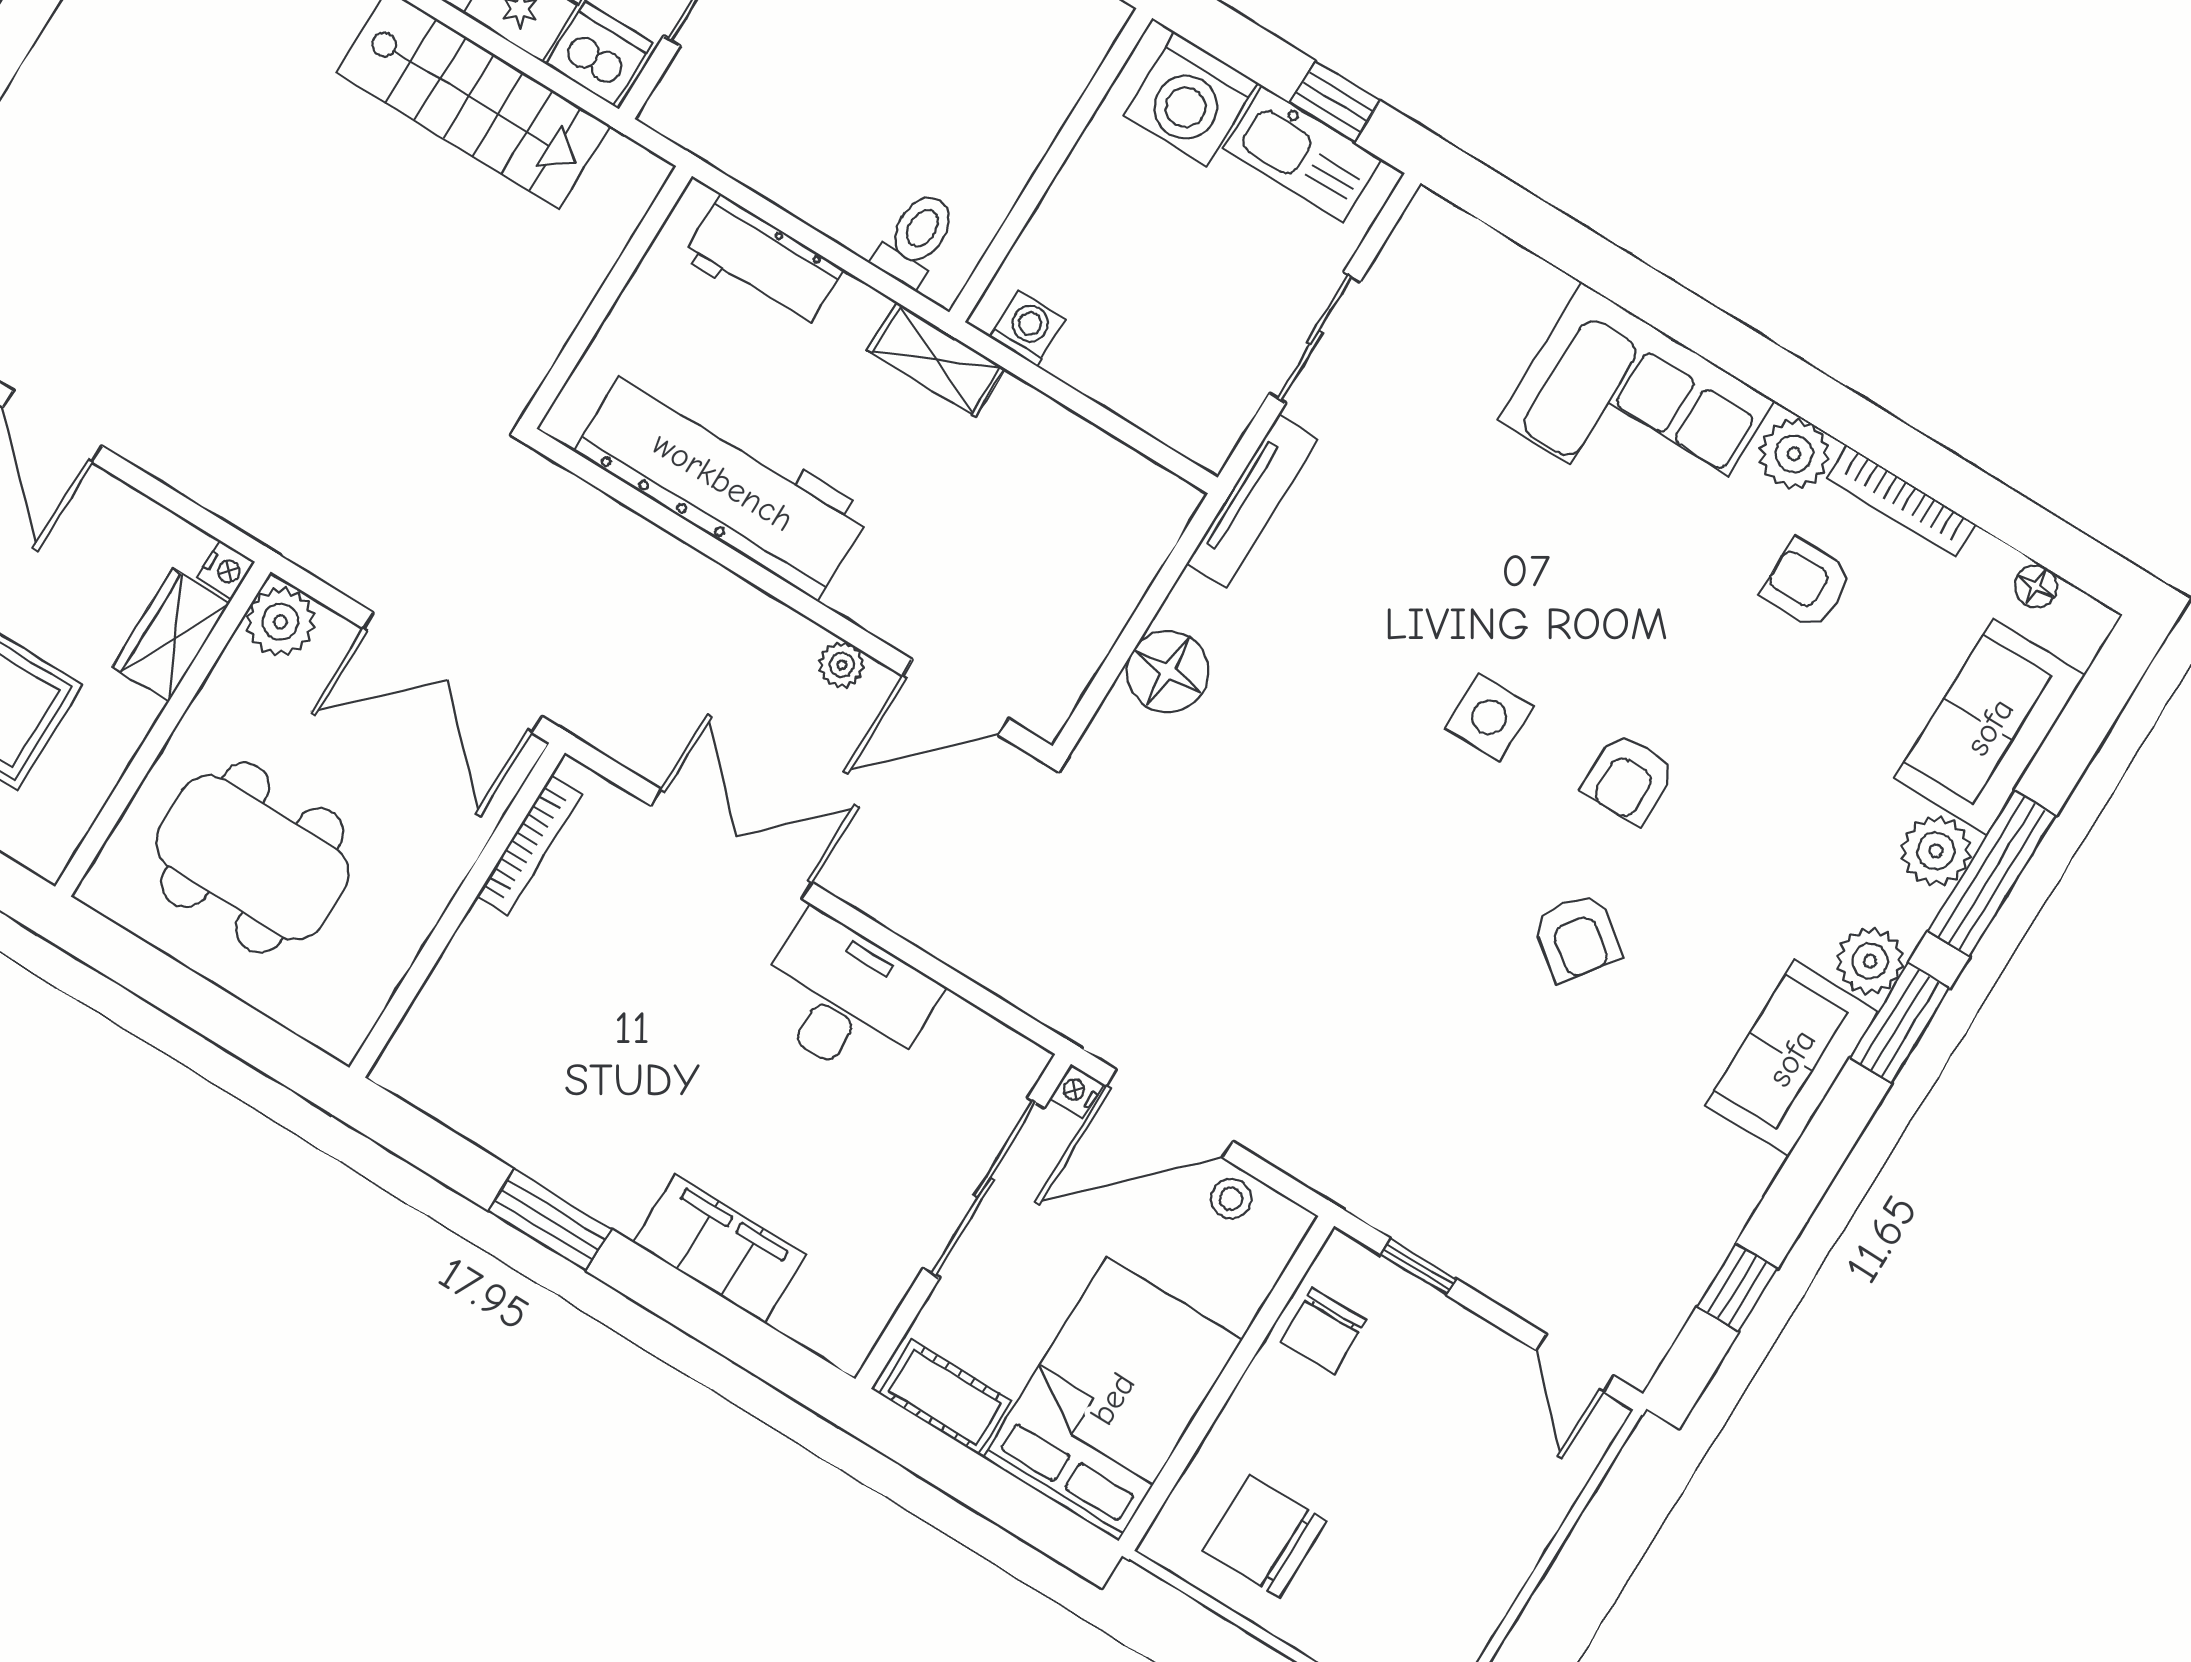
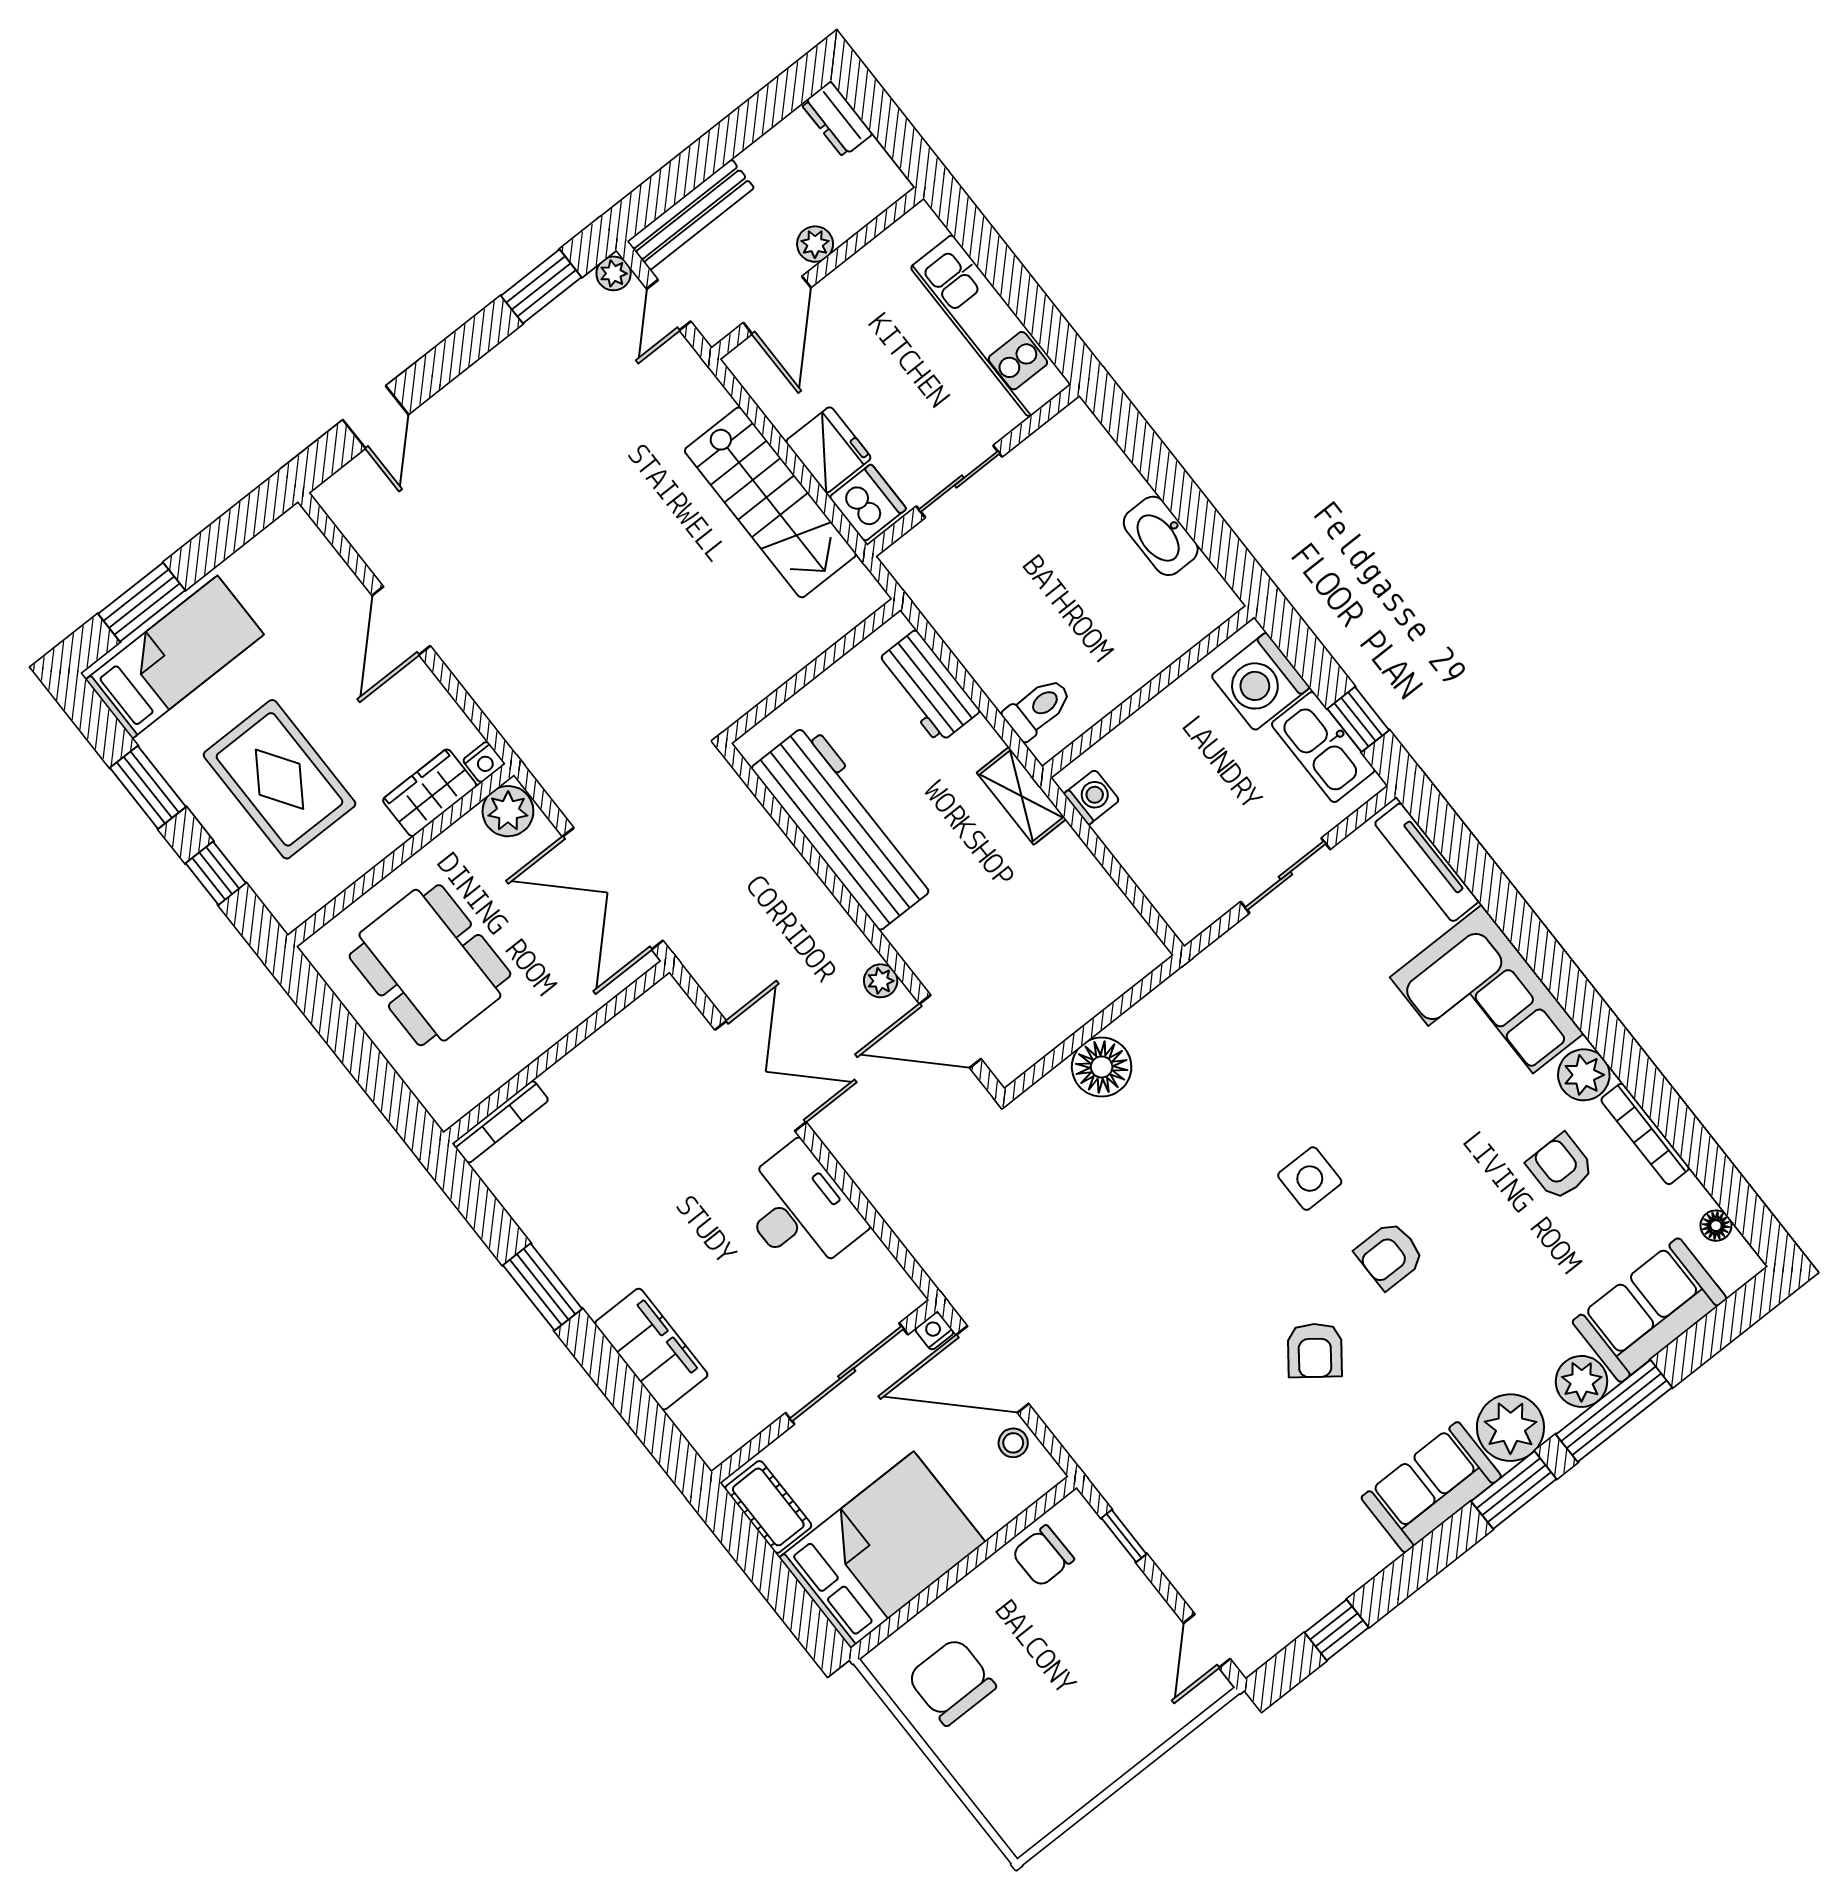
tv unit: (1252, 501) -> (1427, 862), moved, turned 90
bookcase: (529, 846) -> (501, 1122), moved
plant: (1870, 961) -> (1510, 1428), width x1.36, depth x1.36

